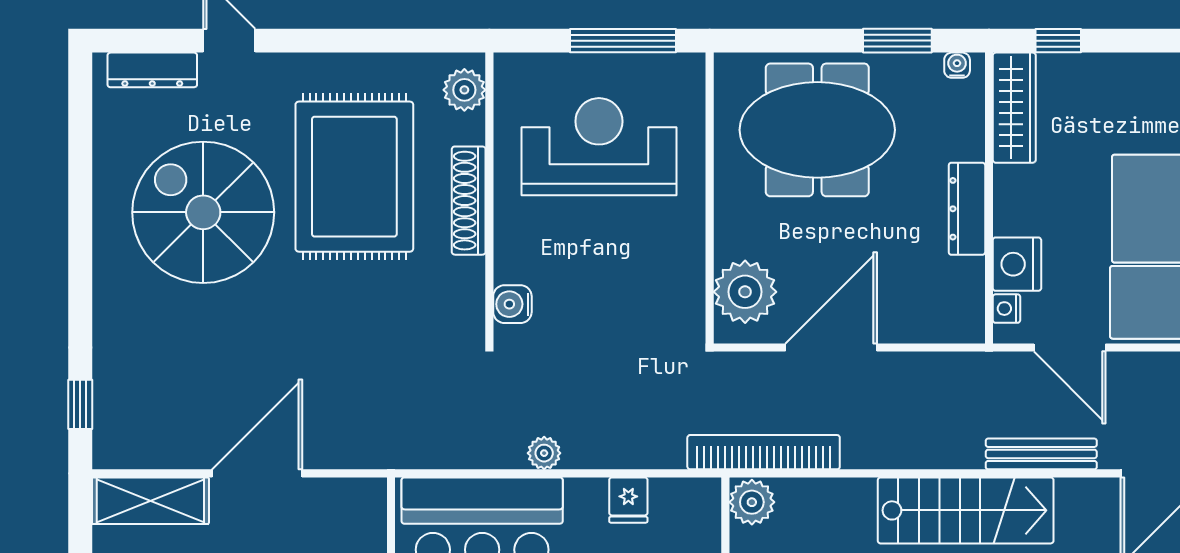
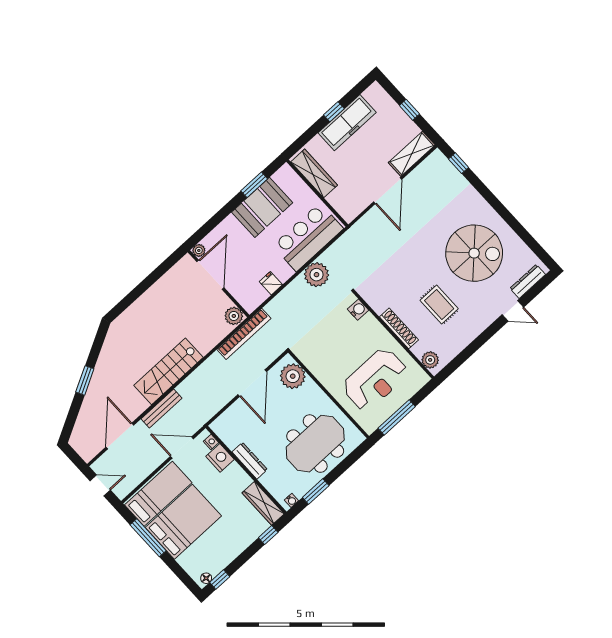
rug: (354, 177) -> (439, 305), width x0.54, depth x0.49
plant: (544, 453) -> (317, 275), width x1.88, depth x1.88

